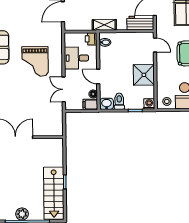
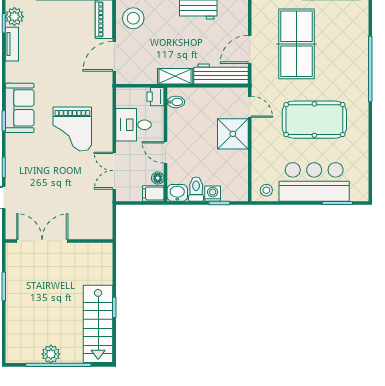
workbench: (140, 23) -> (221, 74), width x1.37
shower: (144, 75) -> (233, 134), moved
washing machine: (149, 104) -> (213, 194), moved

